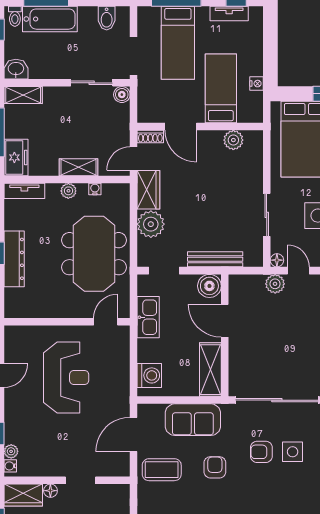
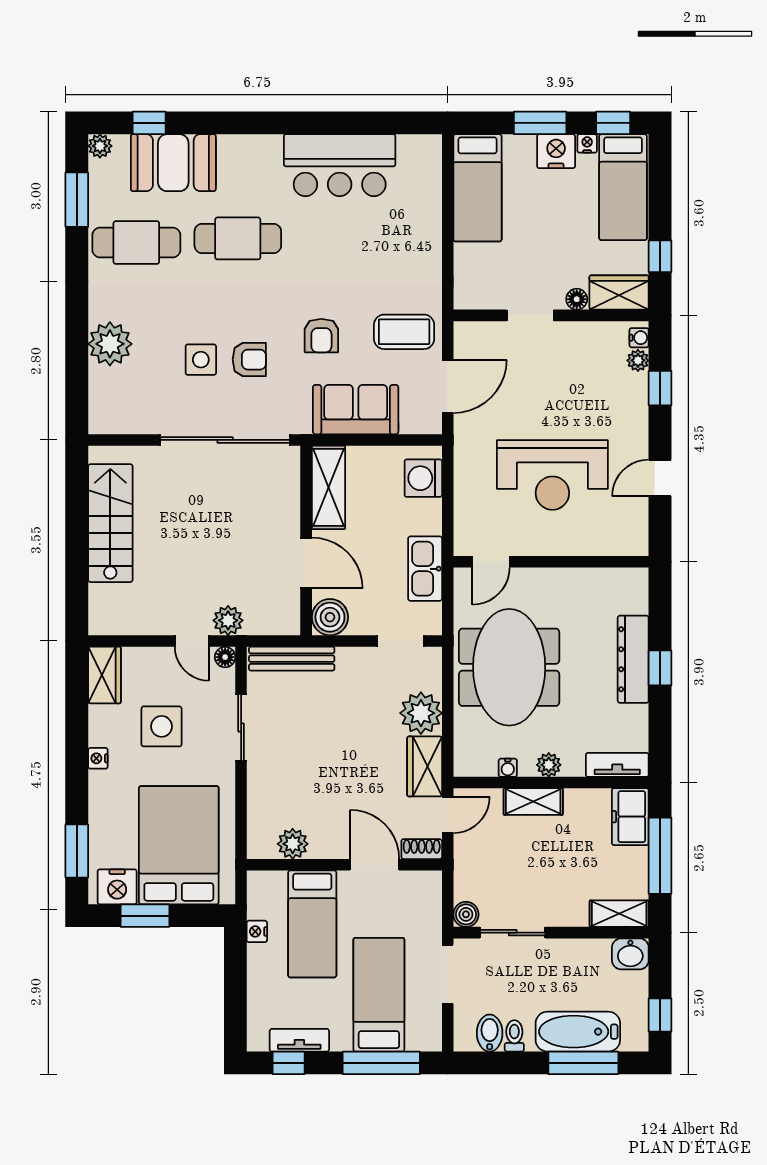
toilet: (15, 16) -> (514, 1036), moved
bench: (215, 259) -> (292, 659), moved
reception desk: (66, 378) -> (552, 475), turned -90

